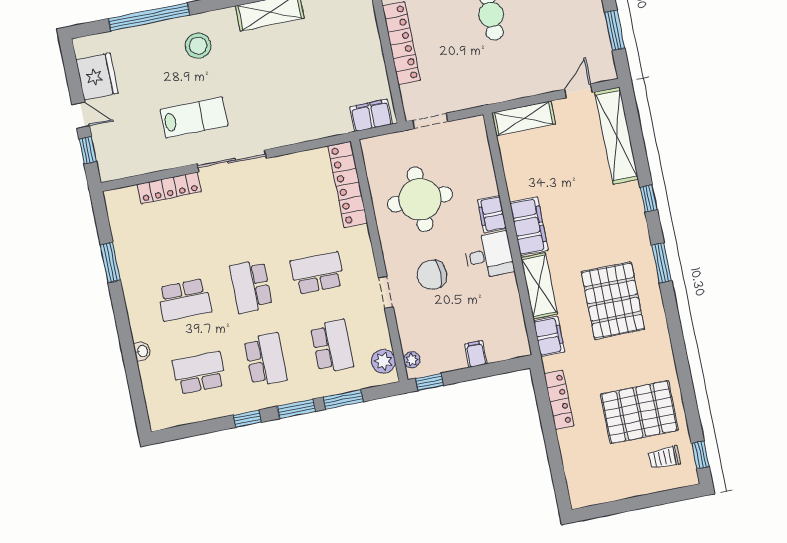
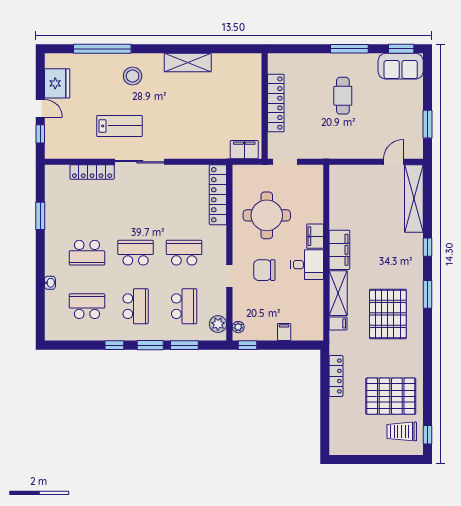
shelving: (524, 118) -> (351, 173), removed
school desk: (251, 286) -> (136, 253), turned 90
filing cabinet: (549, 336) -> (338, 323), width x0.50
trolley: (664, 457) -> (402, 431), width x1.36, depth x1.39

